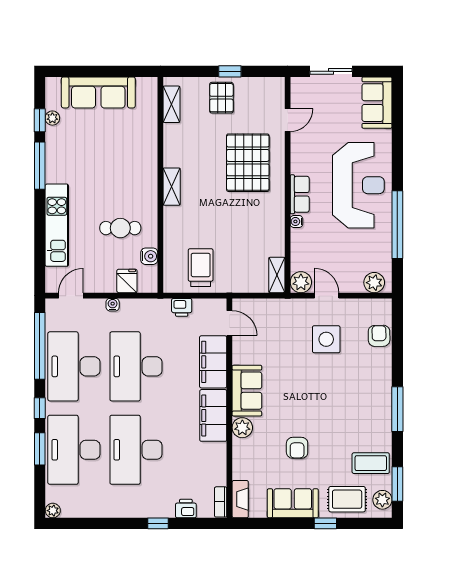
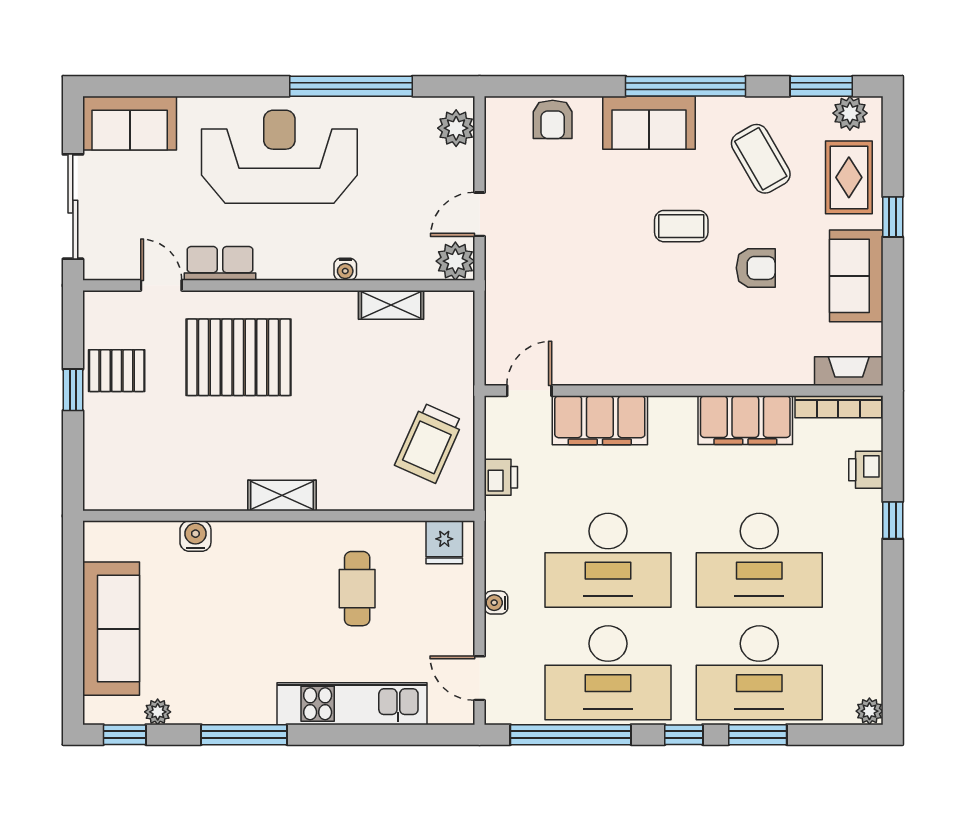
sliding door: (331, 71) -> (73, 207), width x1.37
pallet: (221, 98) -> (117, 371), moved
shelving: (171, 104) -> (133, 496), removed
window: (40, 120) -> (125, 735), moved
row of seats: (300, 194) -> (220, 263), moved
water cooler: (149, 256) -> (195, 536), moved
trolley: (201, 268) -> (429, 443), turned -66
shelving: (277, 275) -> (391, 305), moved
fridge: (127, 281) -> (444, 542), moved, turned -90
armchair: (379, 336) -> (553, 119), turned -89
side table: (326, 339) -> (559, 215), removed
sofa: (247, 391) -> (649, 123), moved, turned 180
coffee table: (320, 407) -> (681, 226), added
window: (397, 409) -> (686, 86), width x1.46
filing cabinet: (213, 415) -> (745, 420), moved
plant: (242, 428) -> (719, 367), removed
coffee table: (371, 463) -> (761, 159), moved, turned -30
bookcase: (221, 502) -> (838, 407), width x1.56

